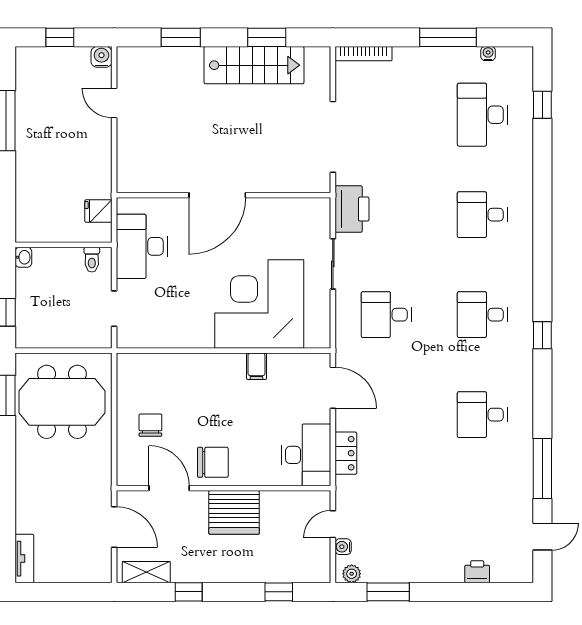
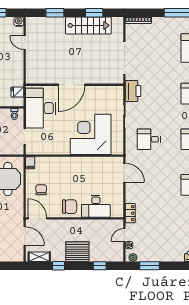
desk: (142, 246) -> (41, 108), width x1.36, depth x1.30
filing cabinet: (256, 366) -> (30, 163), moved
locker: (346, 453) -> (130, 213), moved
desk: (306, 455) -> (96, 206), moved, turned 90
door: (169, 488) -> (37, 218), moved
server rack: (234, 512) -> (77, 252), moved, turned 180

